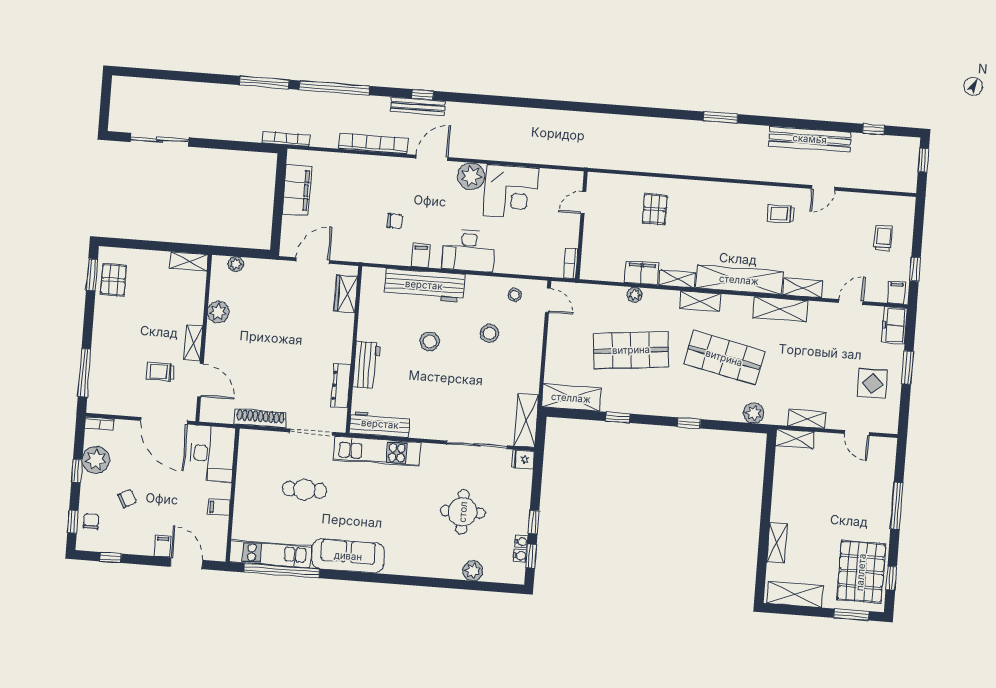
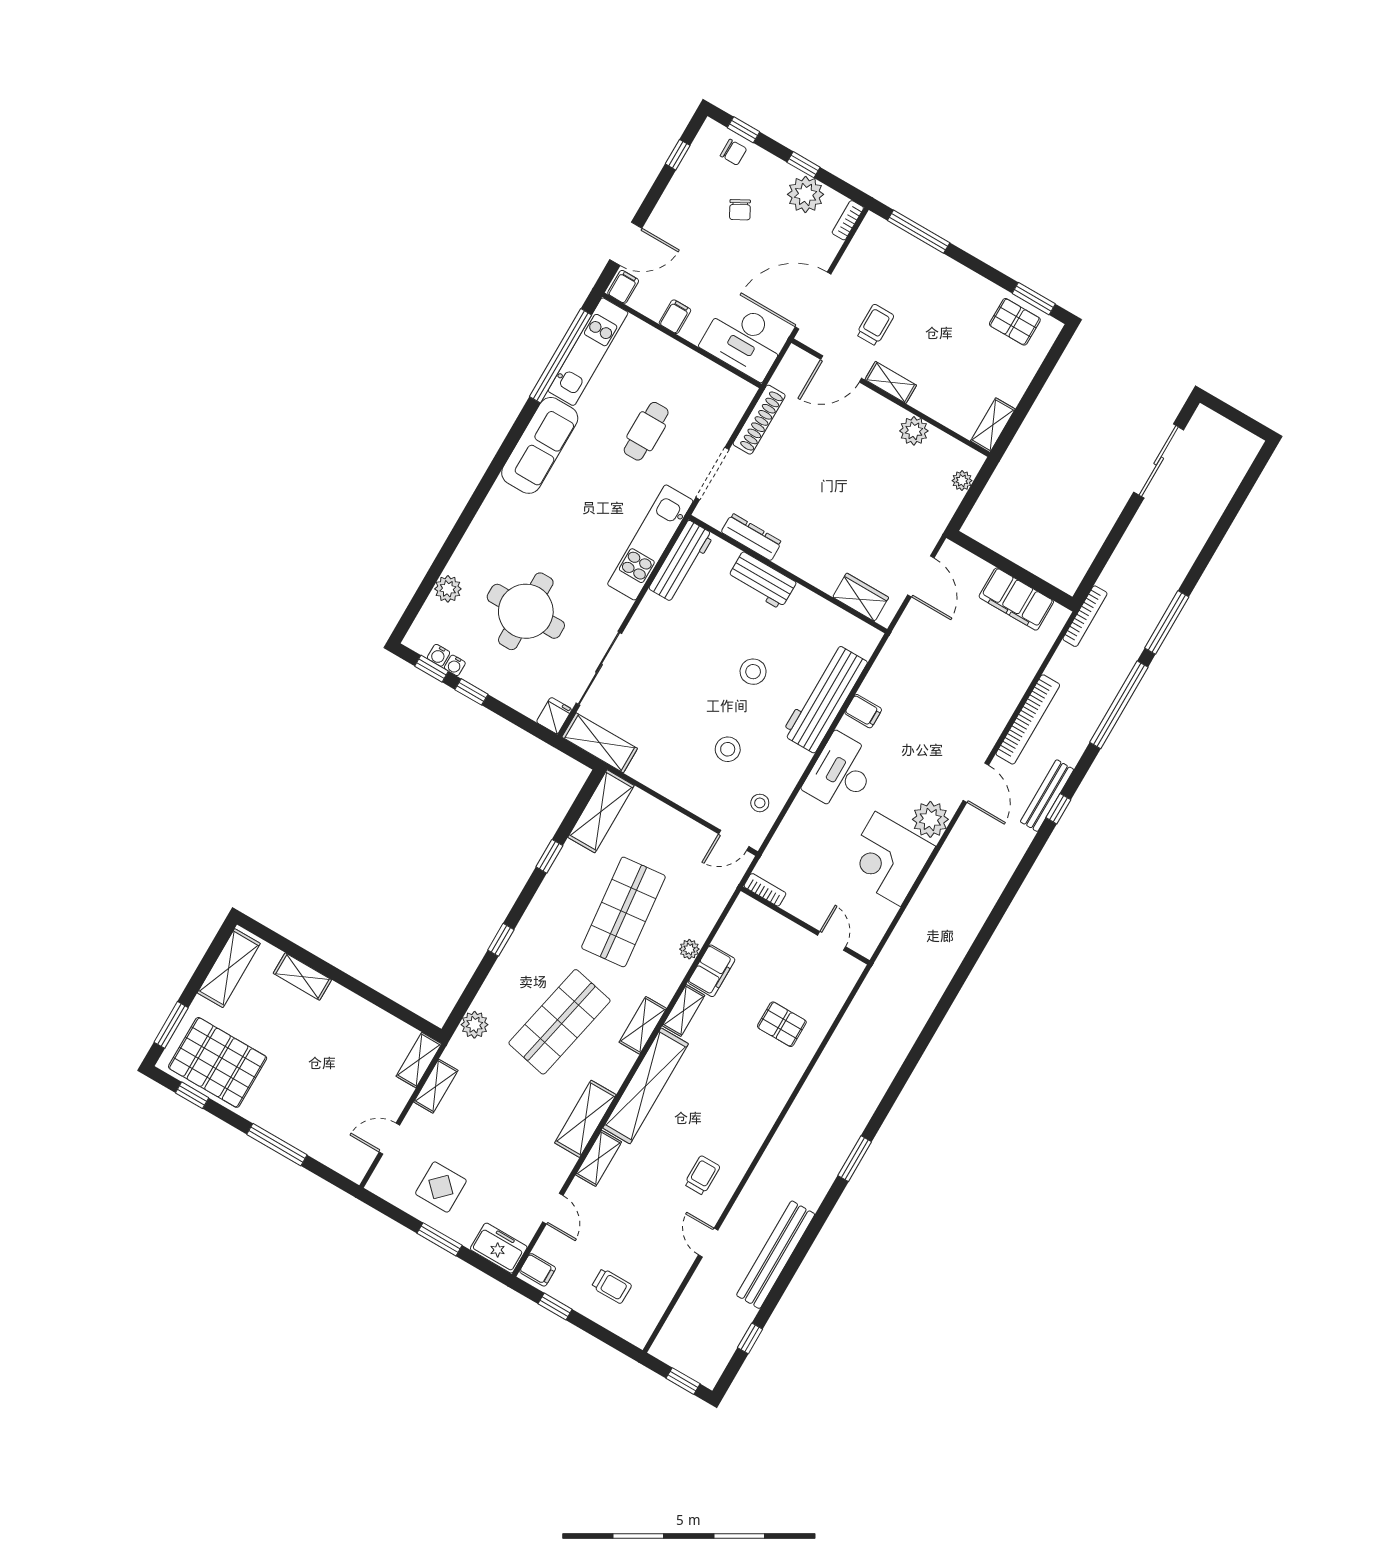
chair: (395, 221) -> (921, 700), removed
round table: (463, 512) -> (526, 611), width x1.36, depth x1.36
filing cabinet: (163, 546) -> (623, 287), moved, turned -90

